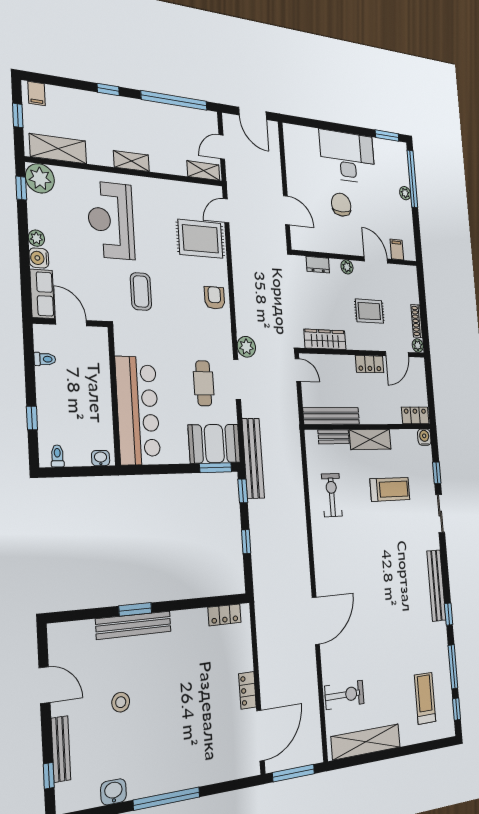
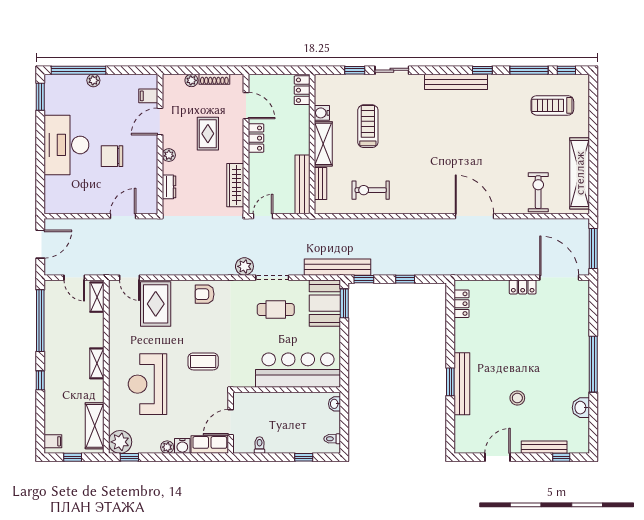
reception desk: (111, 220) -> (147, 384), turned 90
plant: (418, 346) -> (191, 80), moved
water cooler: (424, 437) -> (322, 113), moved

